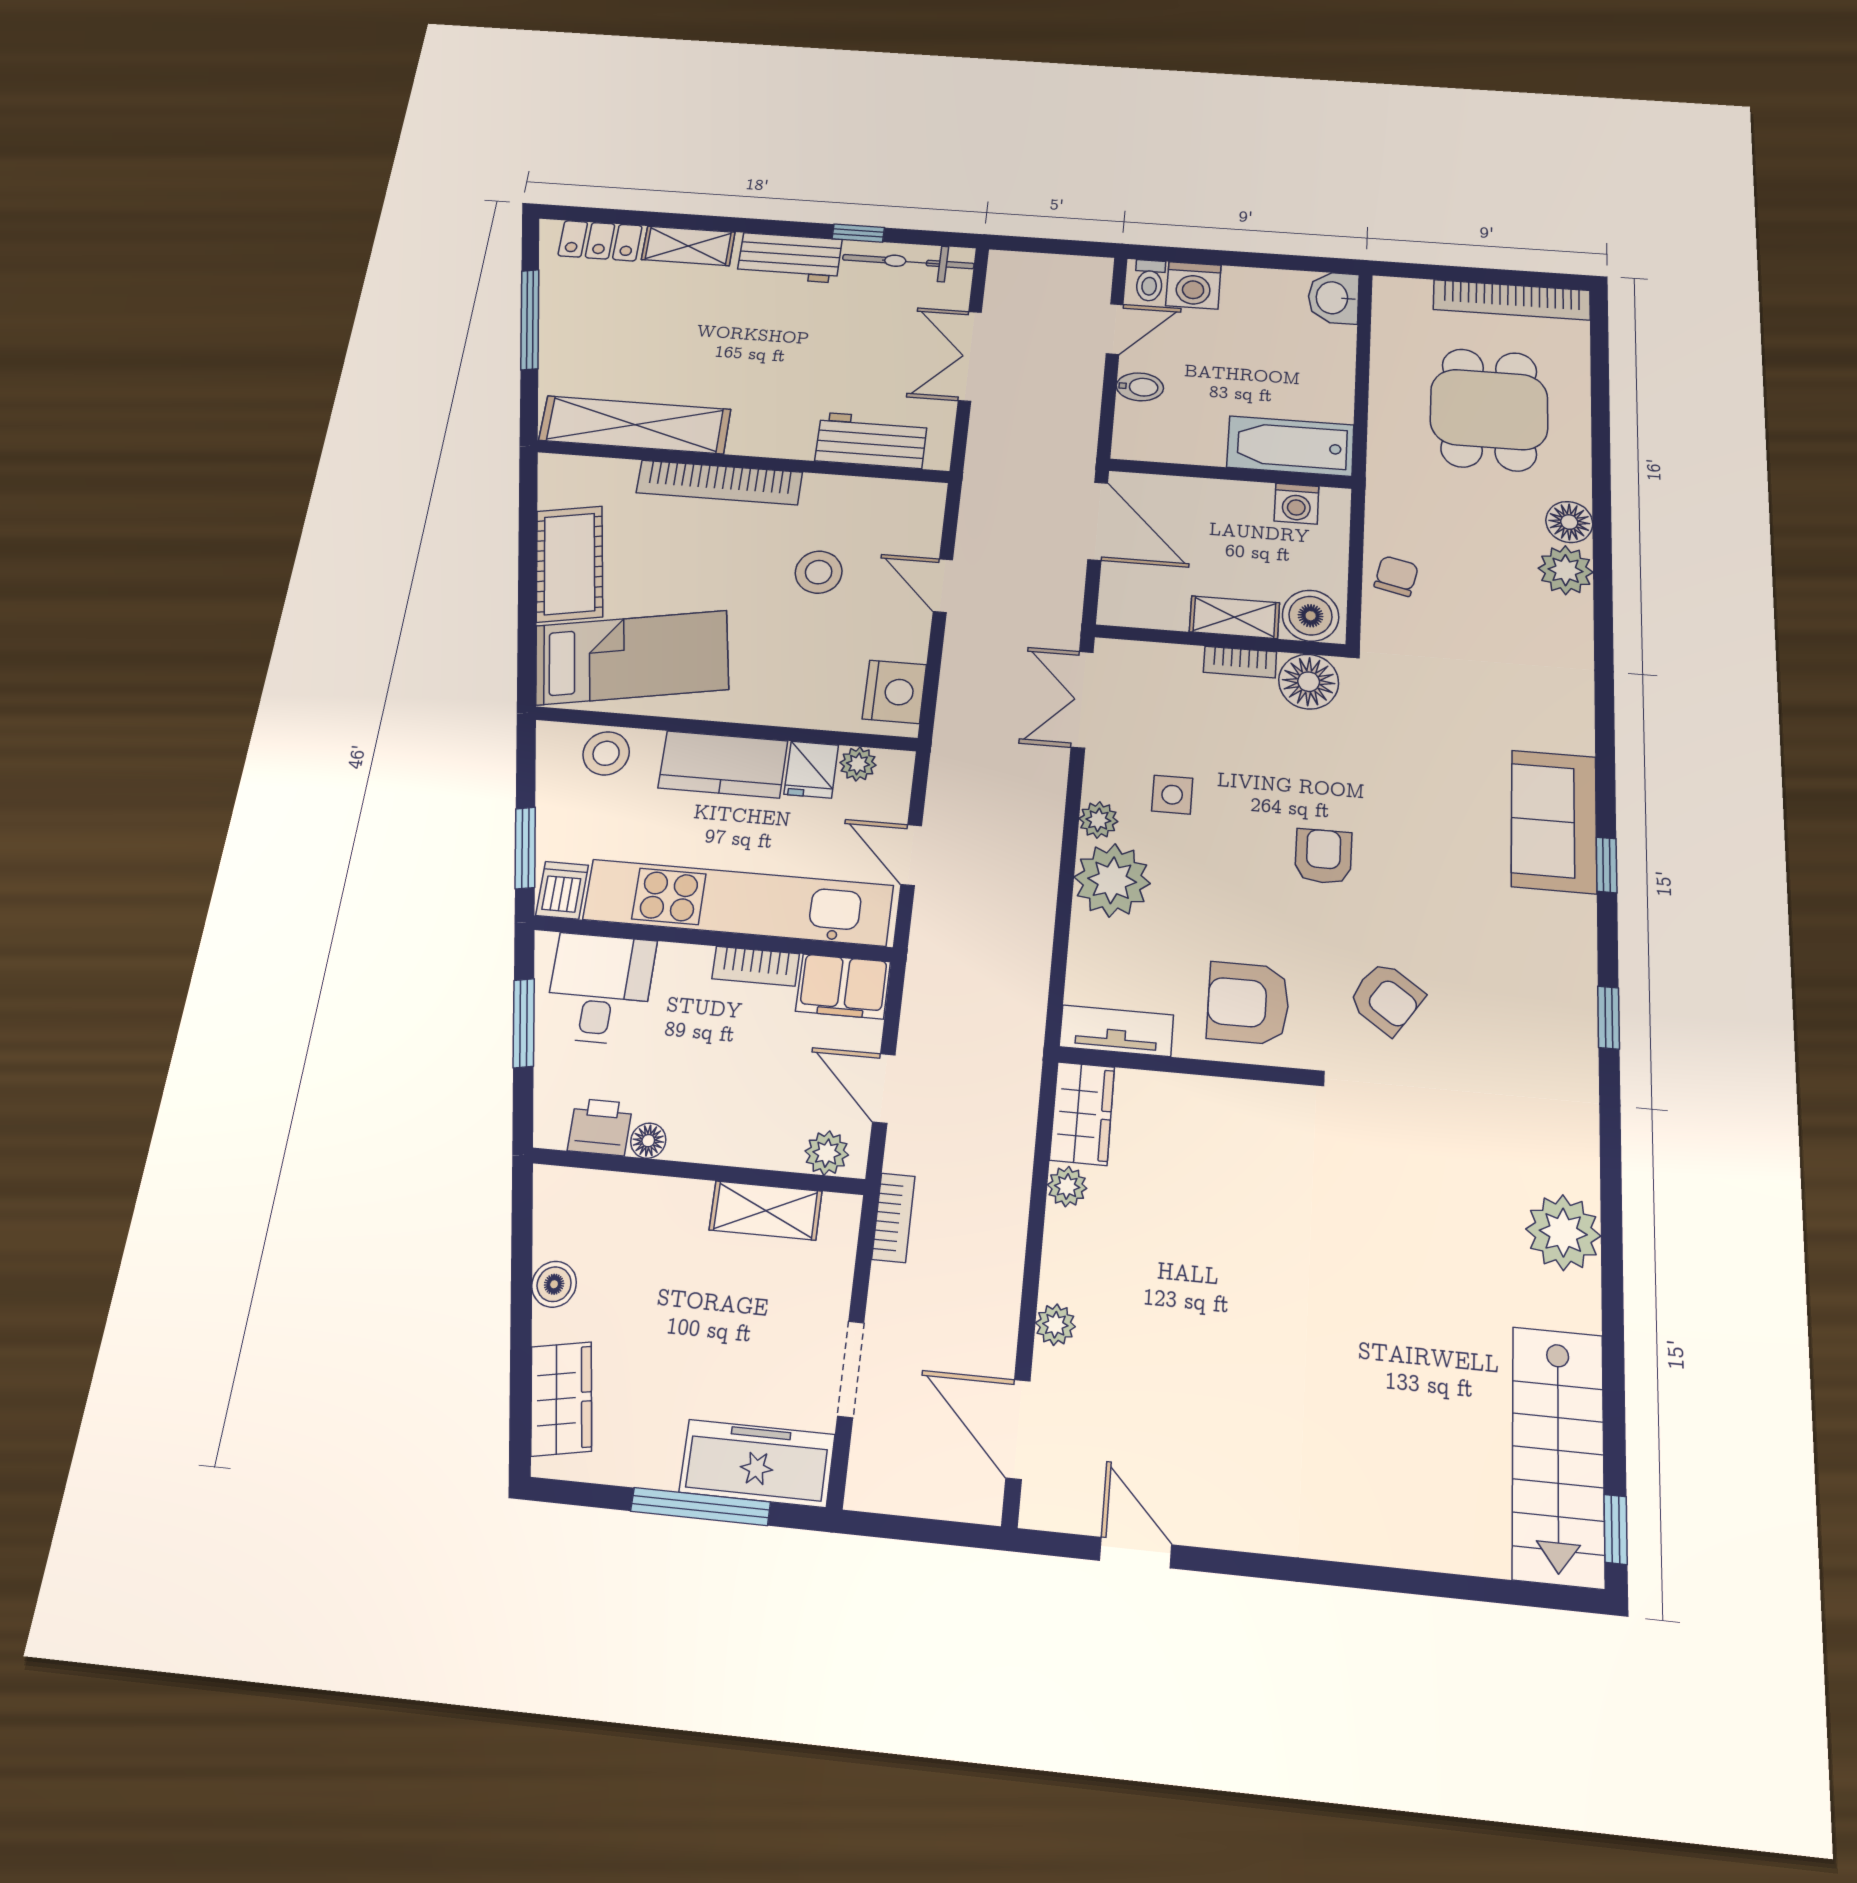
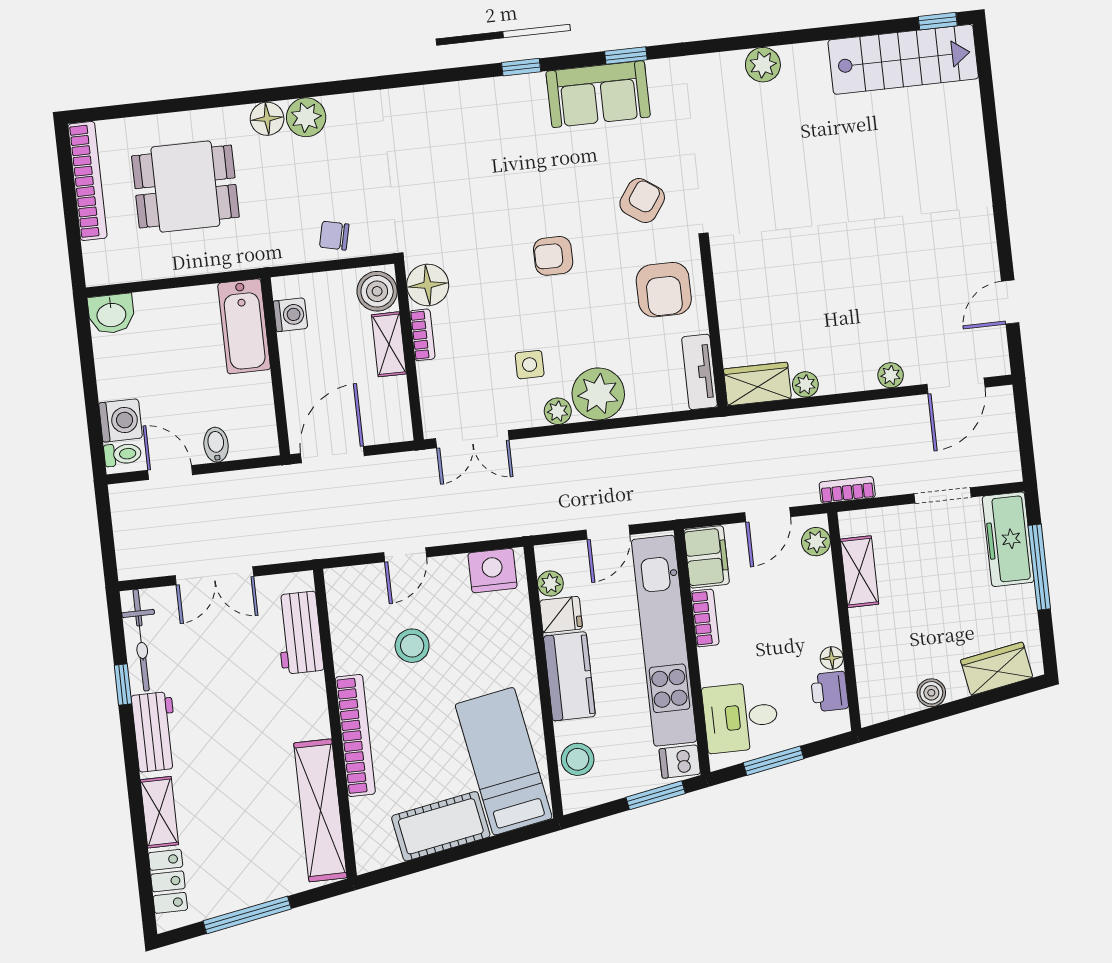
sofa: (1554, 821) -> (598, 94), moved
plant: (1563, 1232) -> (763, 65), width x0.73, depth x0.73

